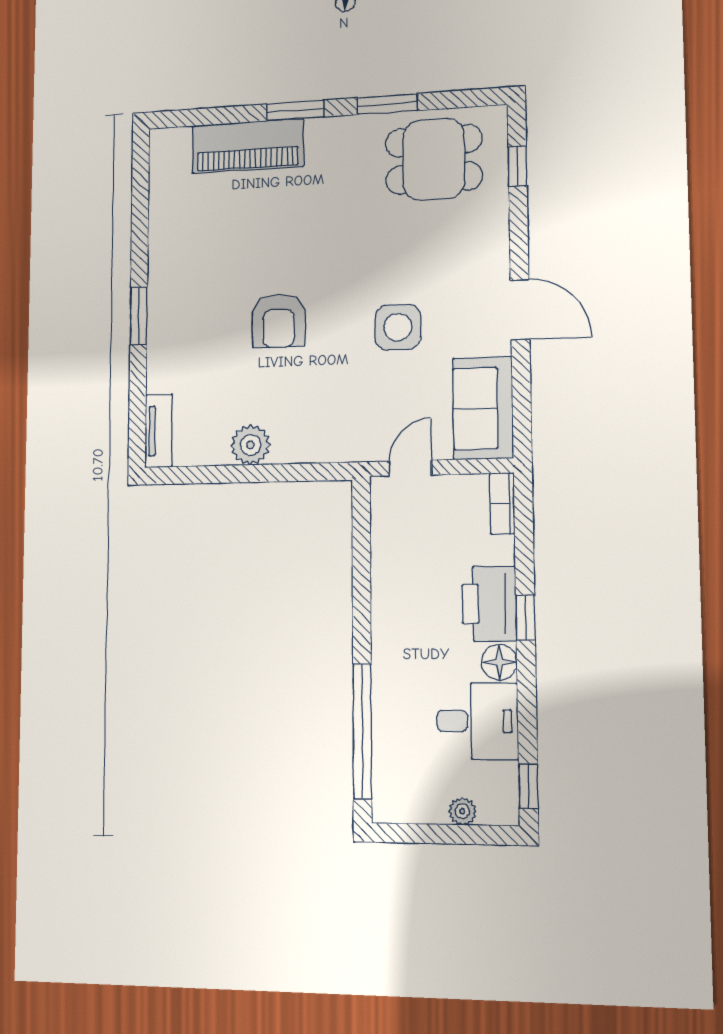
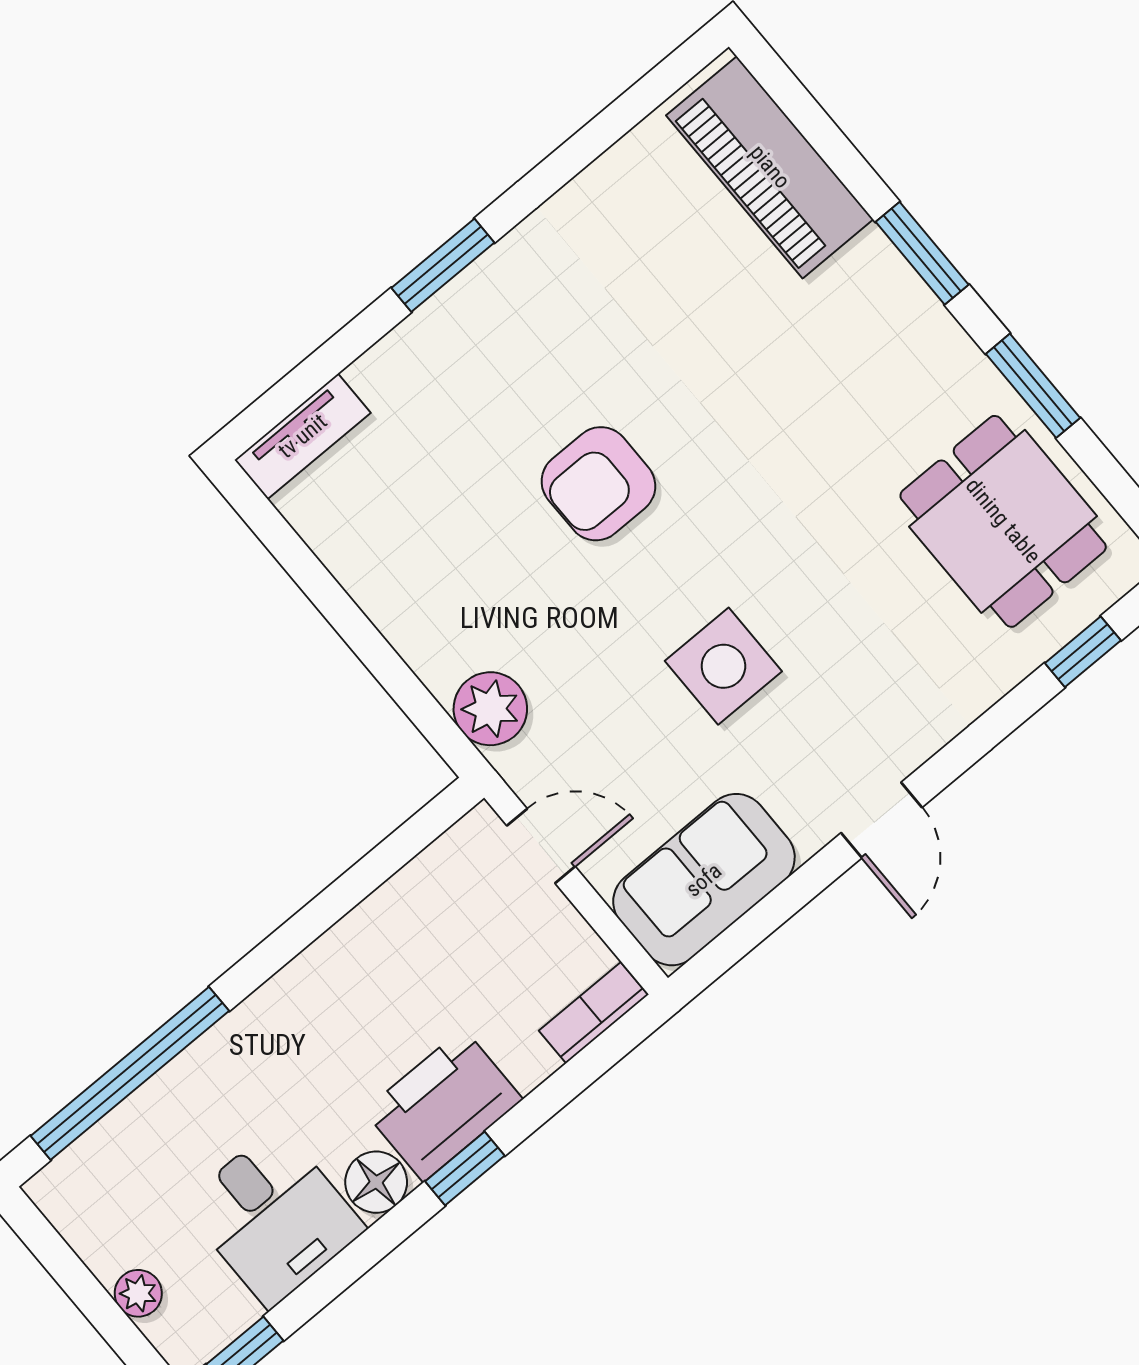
piano: (248, 146) -> (770, 167), moved
door: (520, 310) -> (881, 820), width x0.73
plant: (250, 445) -> (490, 709), moved

